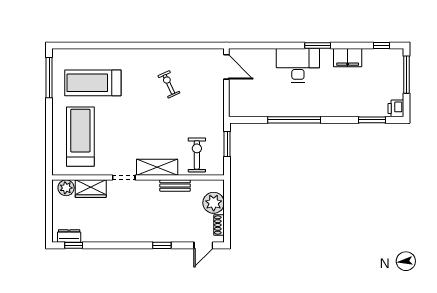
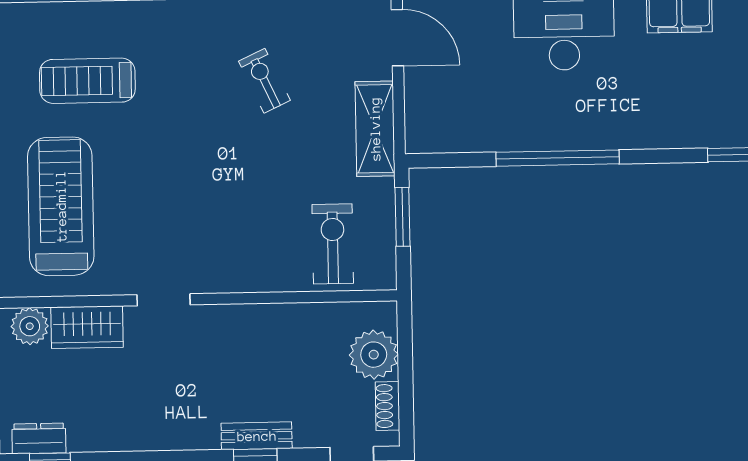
treadmill: (93, 83) -> (87, 81), width x0.73, depth x0.73
shelving: (157, 167) -> (375, 129), moved, turned 90
bench: (175, 186) -> (257, 436), moved

